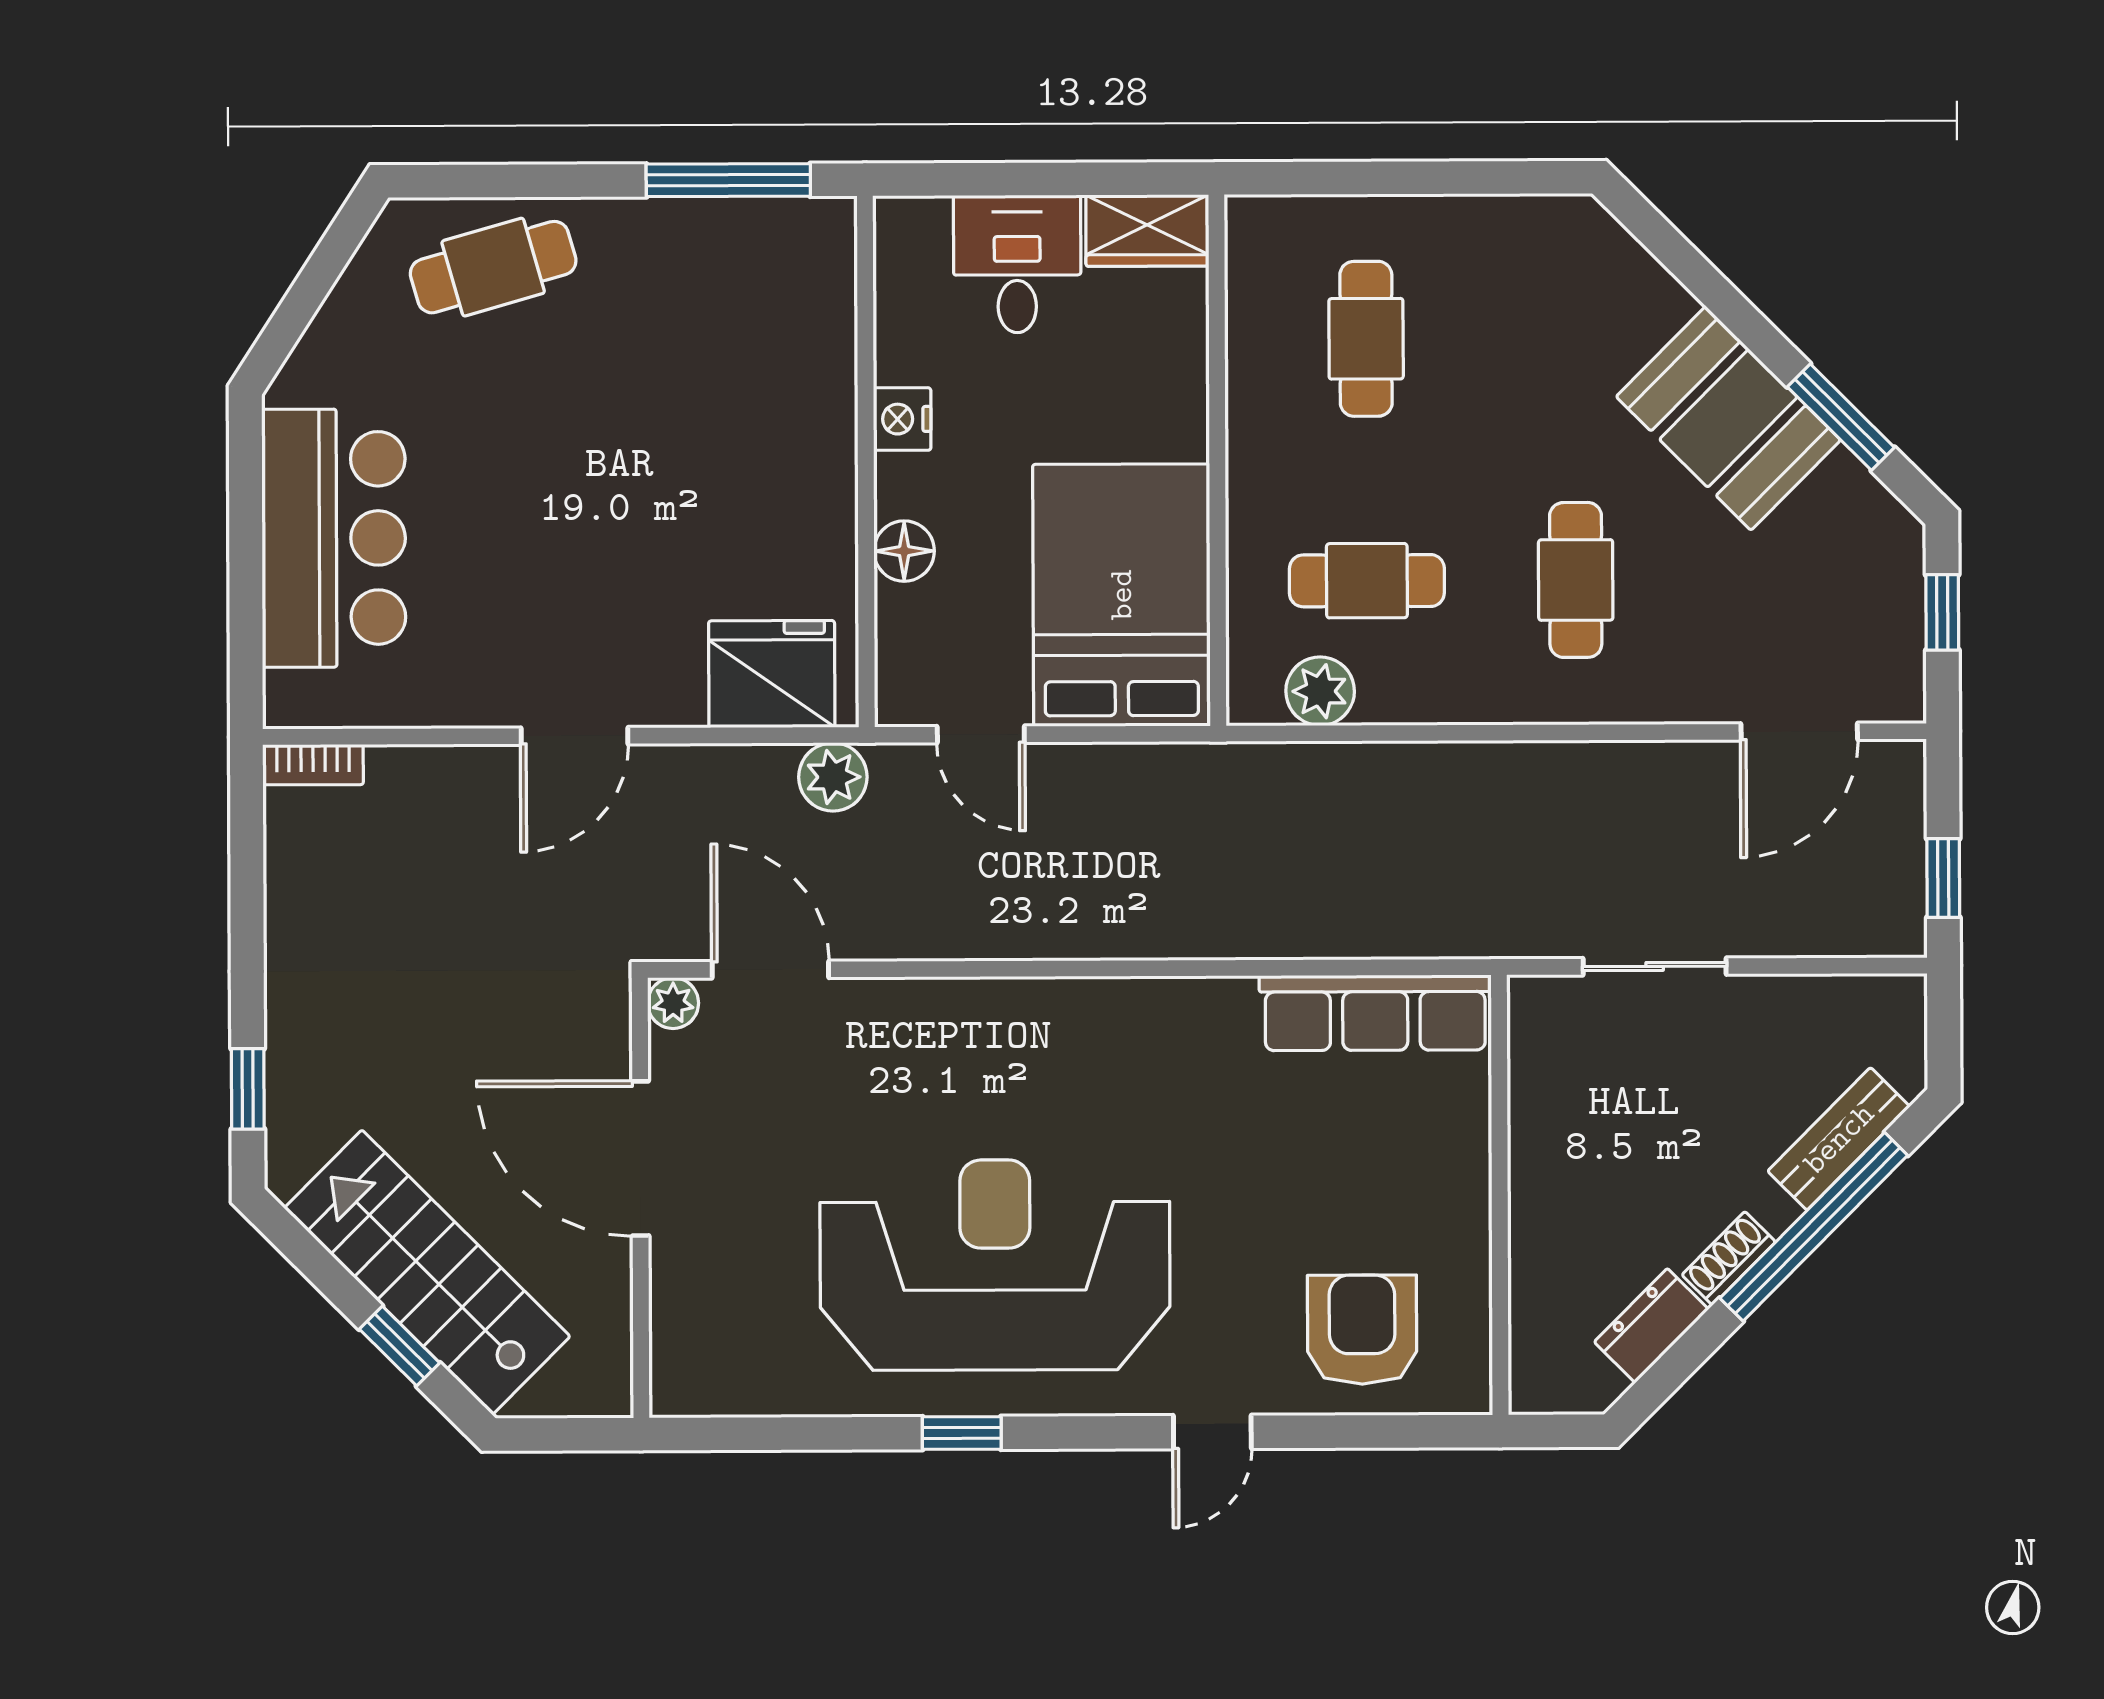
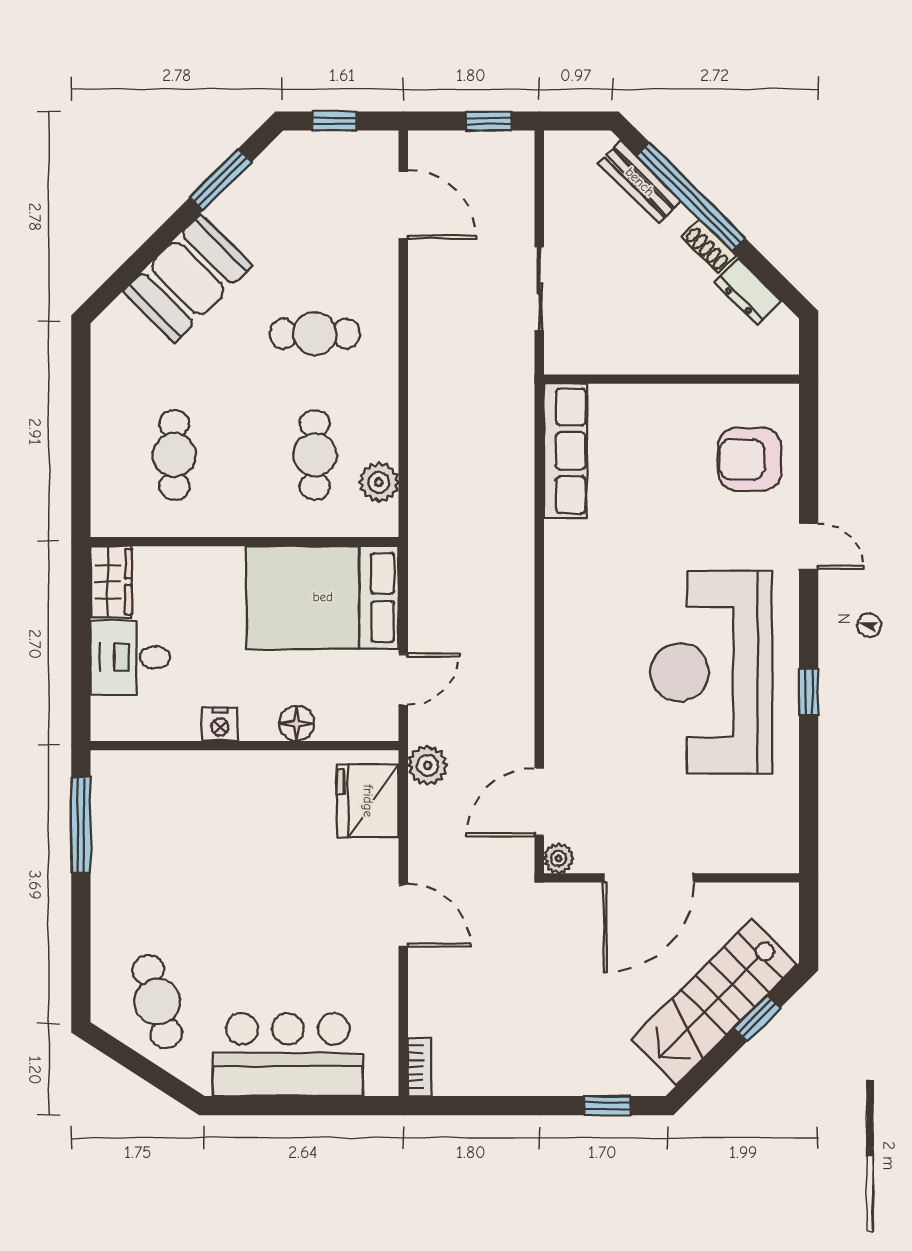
cafe table: (493, 267) -> (157, 1002), moved
cafe table: (1366, 339) -> (174, 455), turned 90
booth: (1728, 418) -> (188, 278), moved

